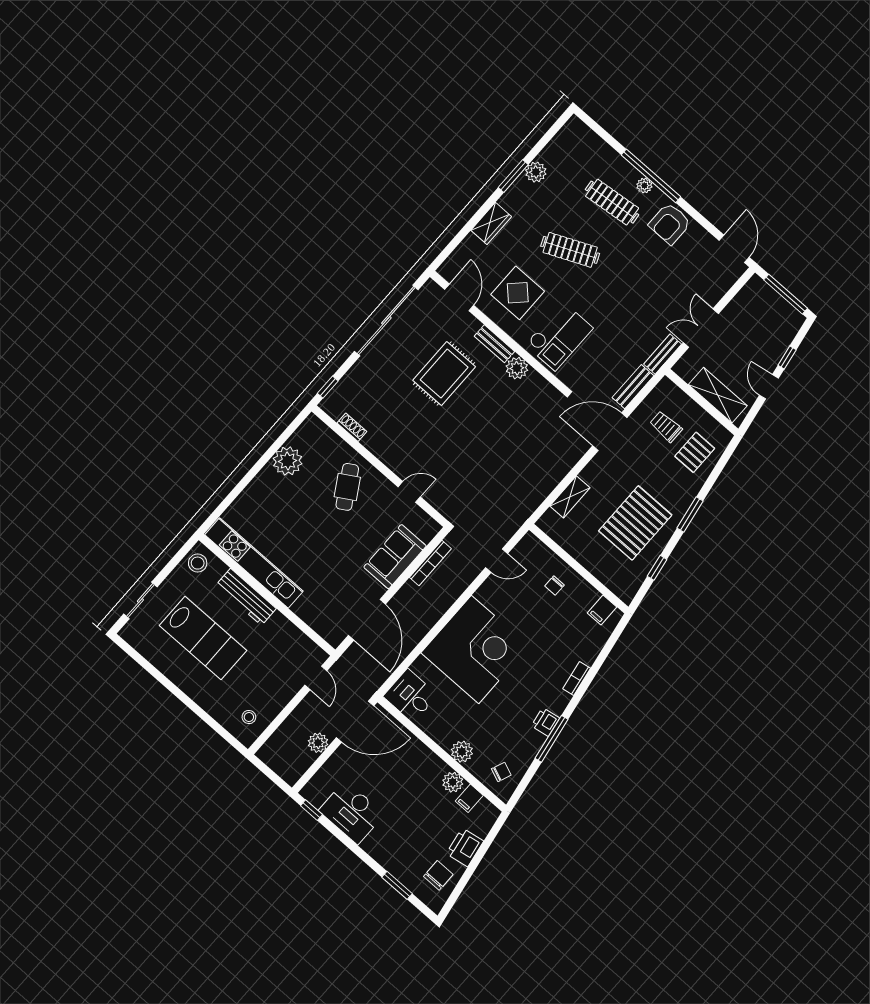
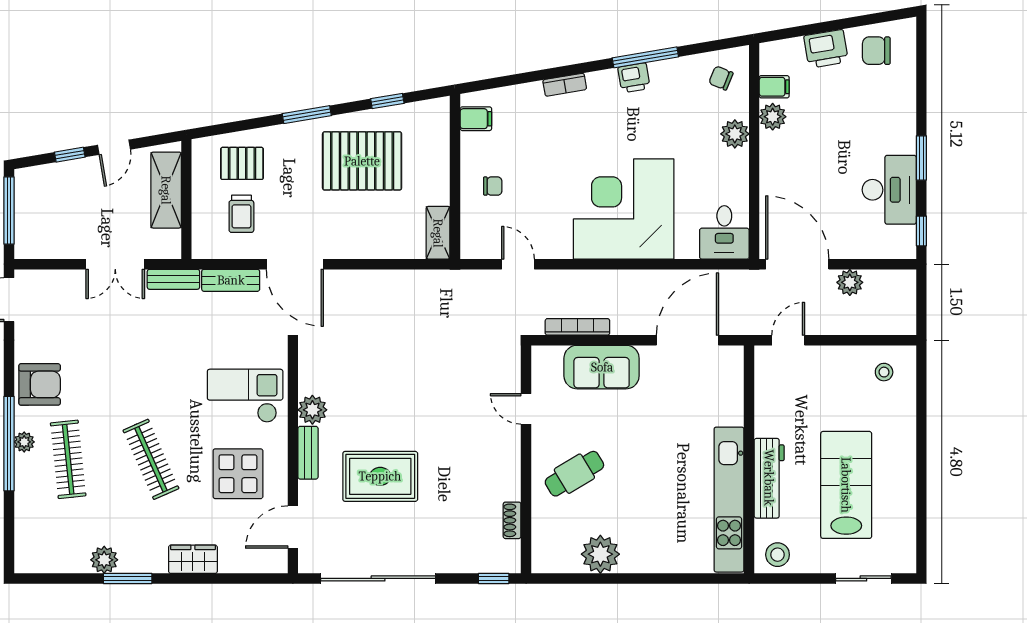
shelving: (570, 497) -> (438, 233), moved, turned 90
window: (397, 885) -> (921, 158), moved

